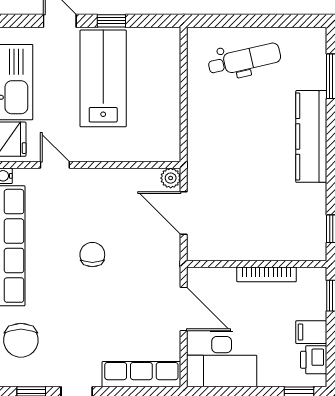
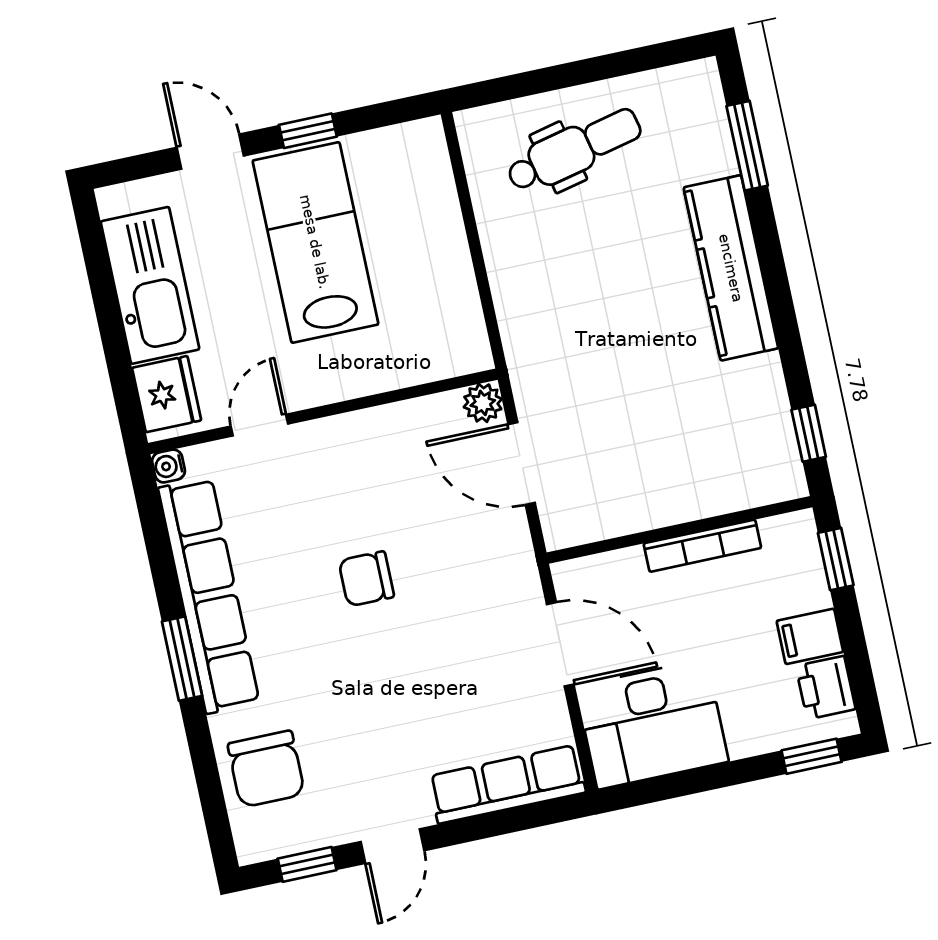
door: (55, 165) -> (259, 425), hinge flipped
chair: (92, 255) -> (366, 579), turned -90

